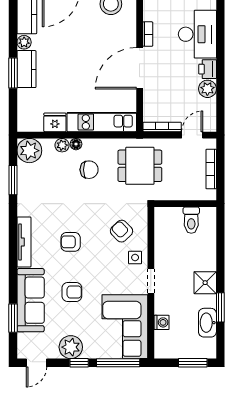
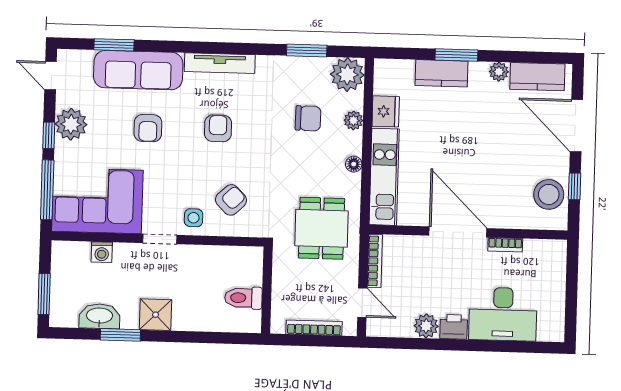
kitchen counter: (26, 69) -> (442, 73), moved
floor lamp: (76, 144) -> (354, 164), moved
chair: (89, 170) -> (308, 118), moved, turned -89

